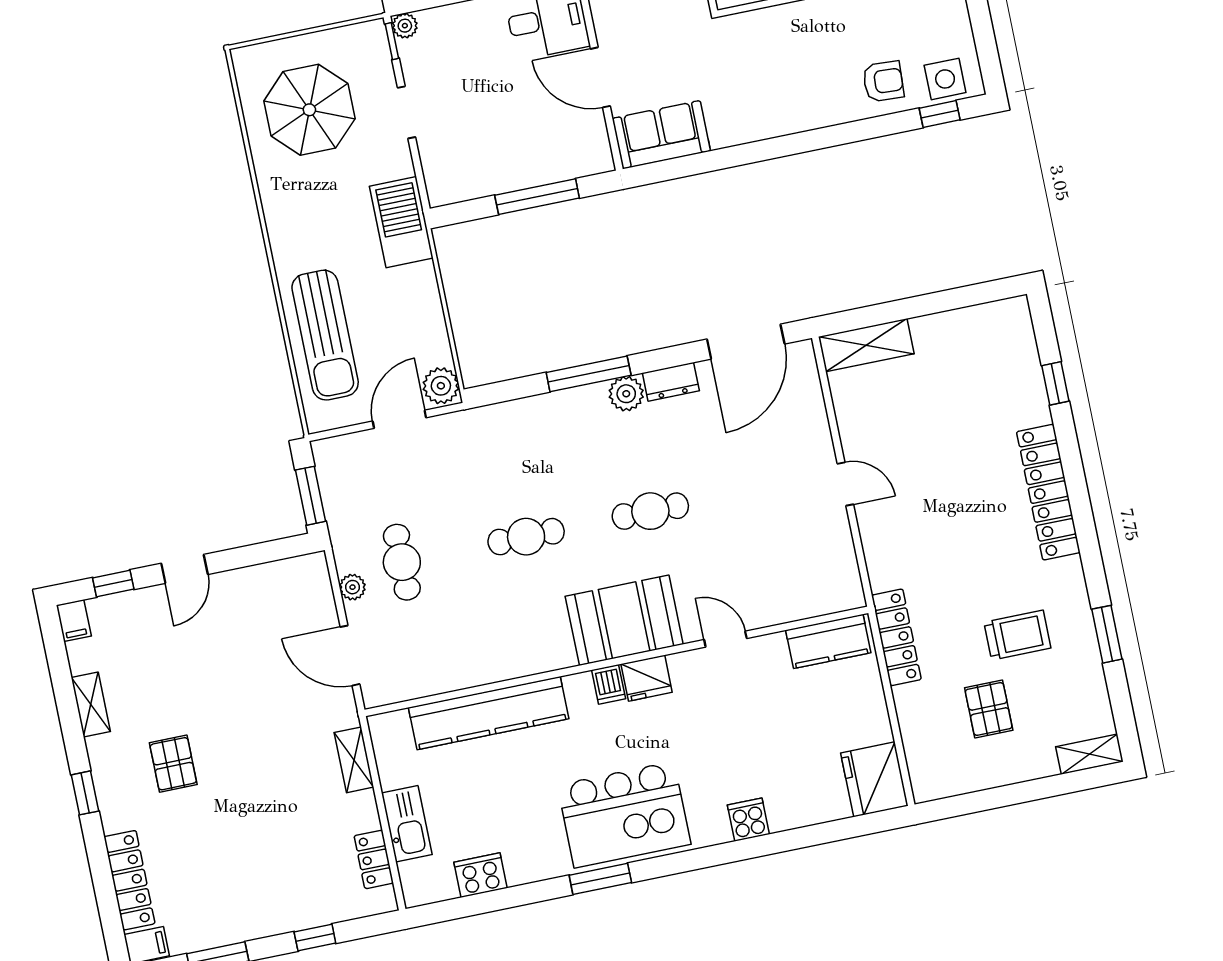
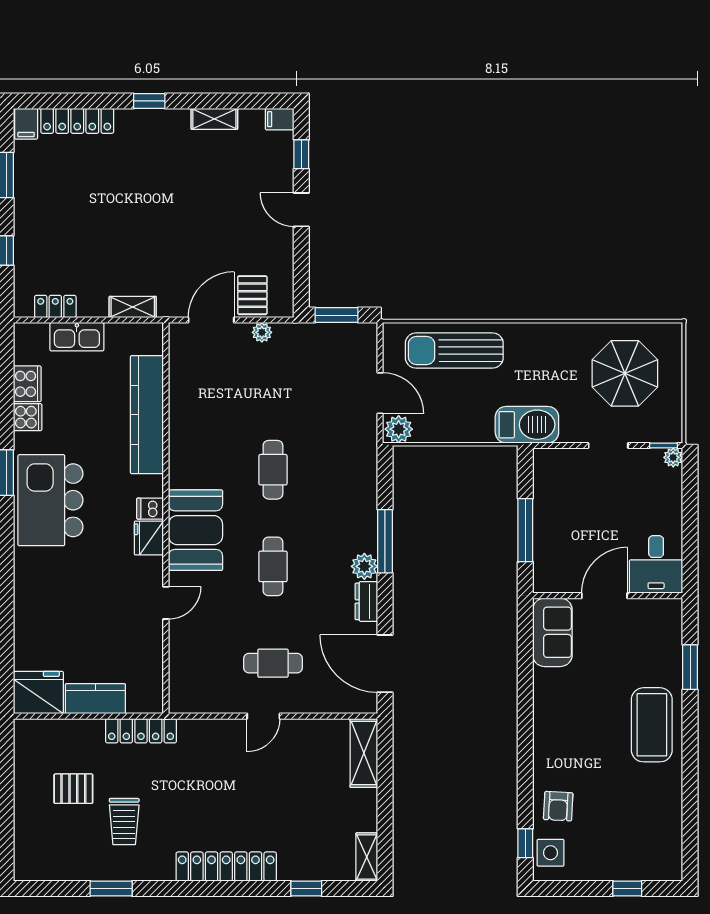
cafe table: (402, 562) -> (273, 663), moved
kitchen counter: (828, 641) -> (95, 699), moved, turned 90
shelving: (1089, 754) -> (367, 857), moved
pallet: (173, 764) -> (252, 295), moved, turned 90
cooker: (748, 820) -> (28, 417), moved

